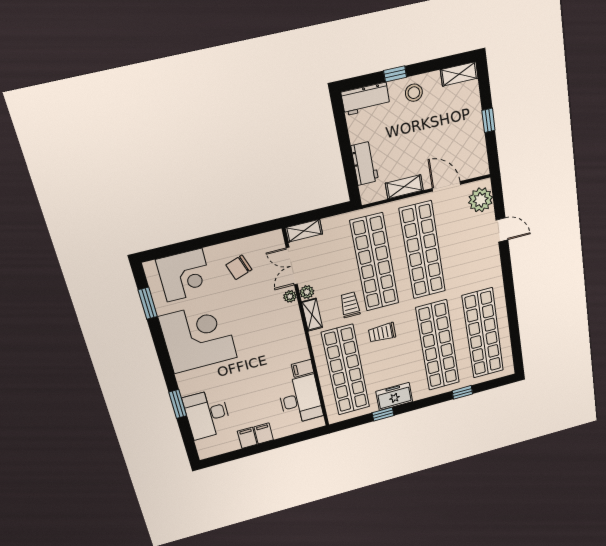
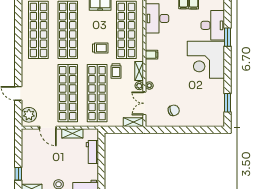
window: (488, 120) -> (18, 174), moved
double door: (292, 266) -> (144, 103), swing flipped
corner desk: (185, 275) -> (204, 114), removed
corner desk: (198, 337) -> (206, 60), moved
filing cabinet: (303, 368) -> (152, 55), moved

